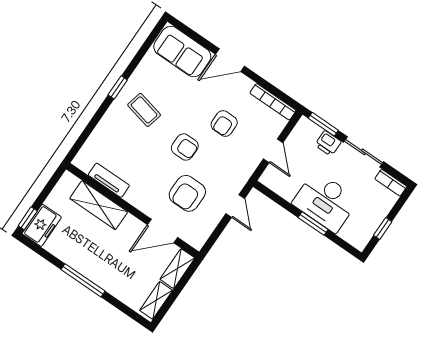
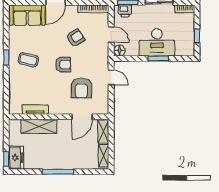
armchair: (224, 123) -> (75, 38), turned -123
printer: (328, 143) -> (125, 11), moved
floor lamp: (270, 179) -> (120, 51), added

